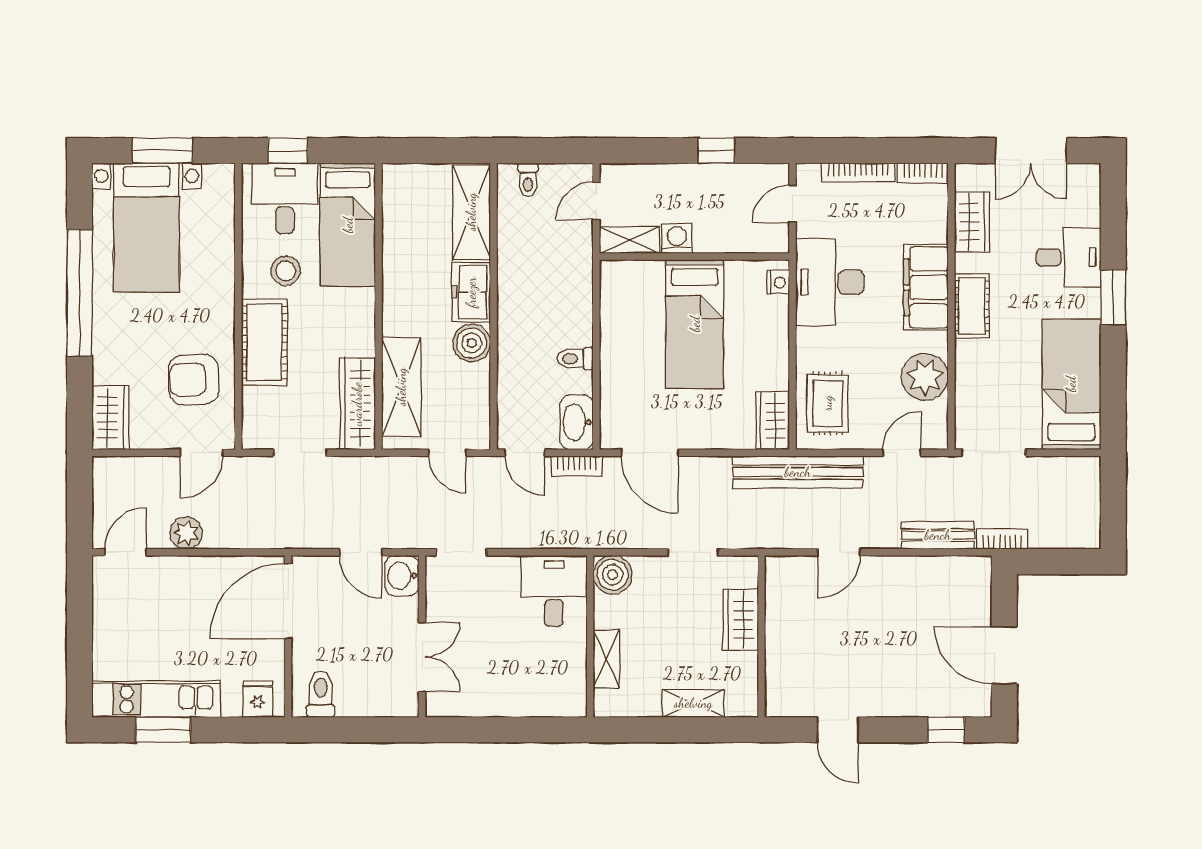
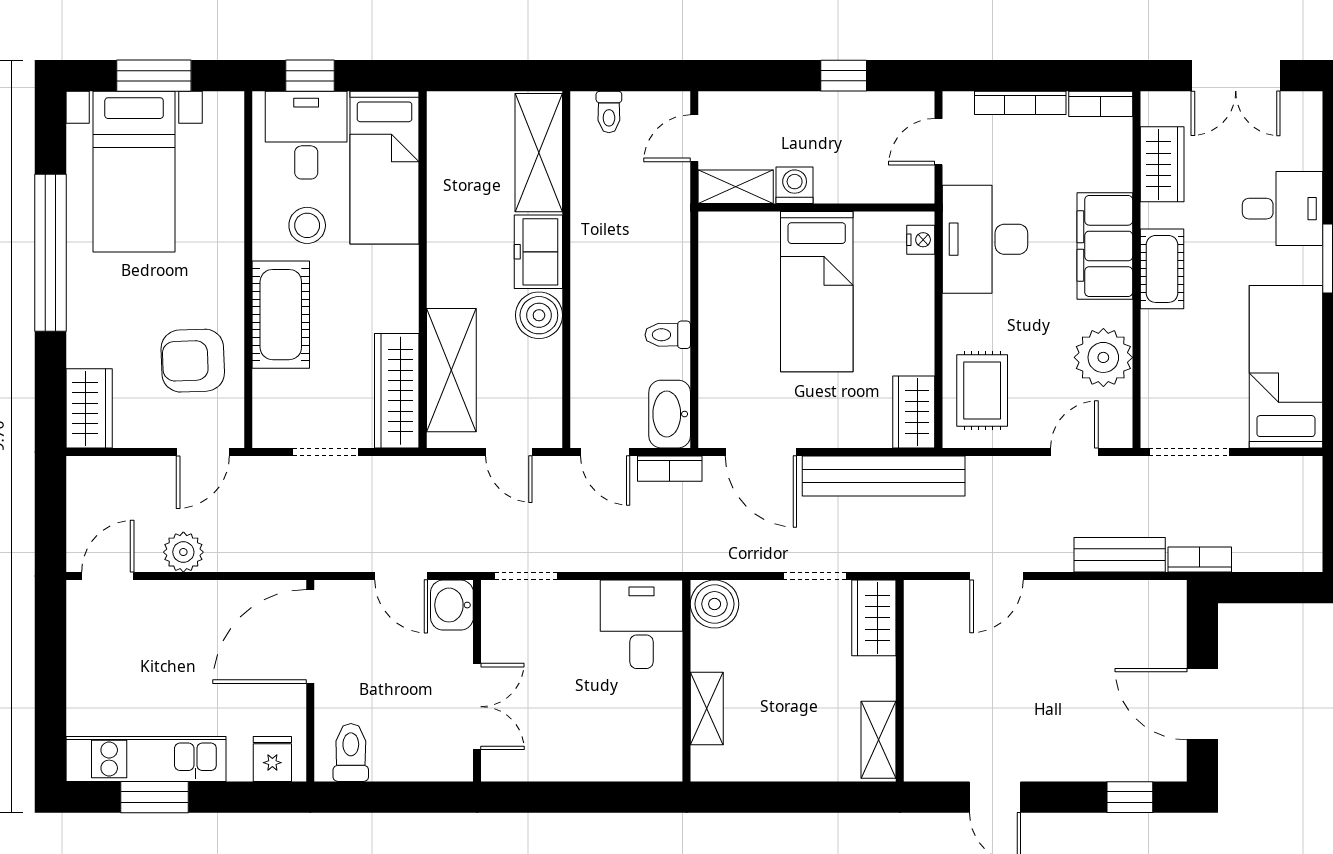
bench: (798, 472) -> (884, 476), moved
wardrobe: (741, 620) -> (874, 618), moved
shelving: (693, 703) -> (879, 740), moved, turned 90

